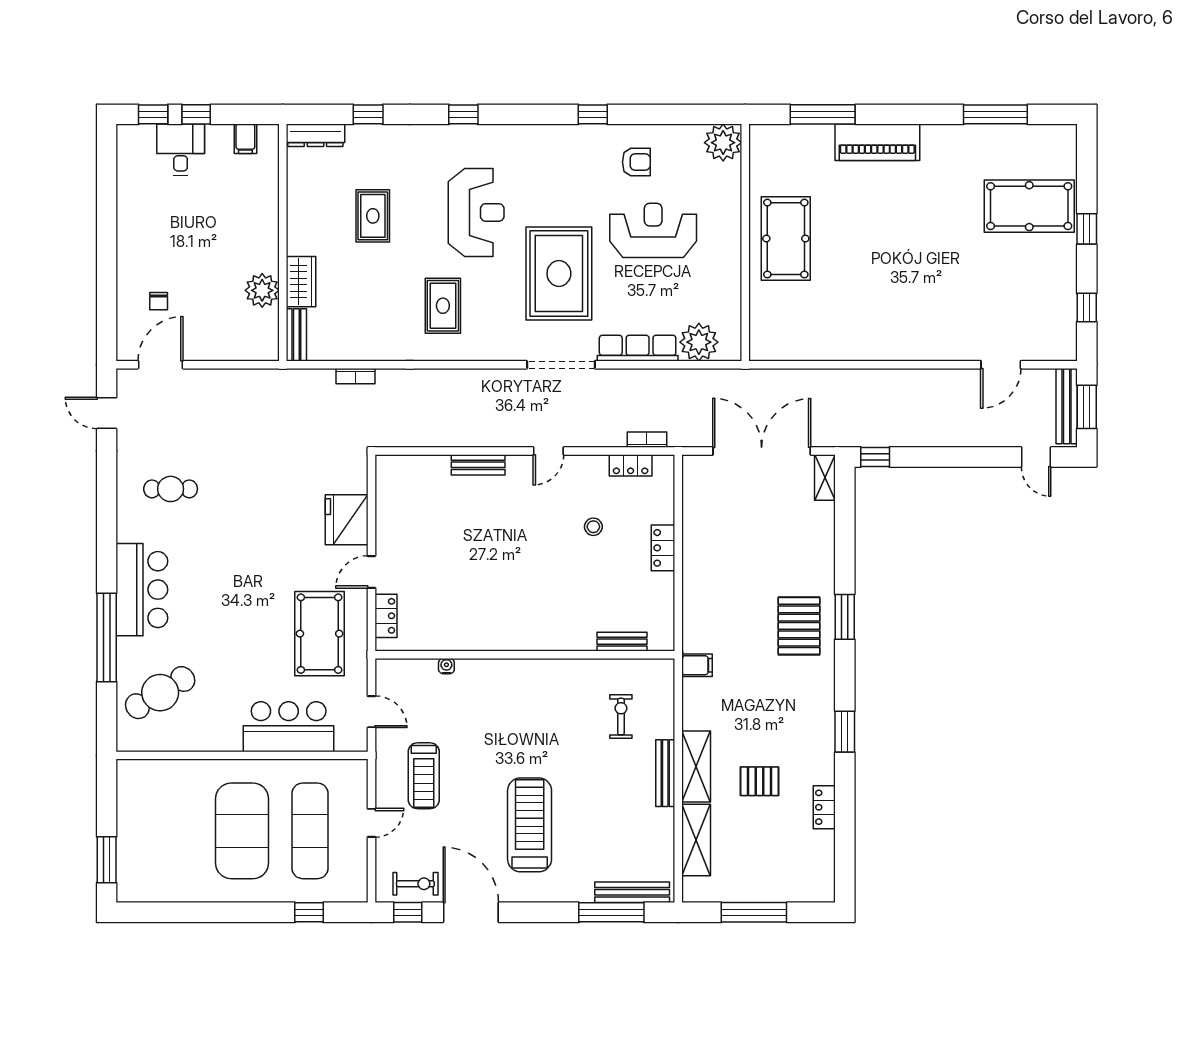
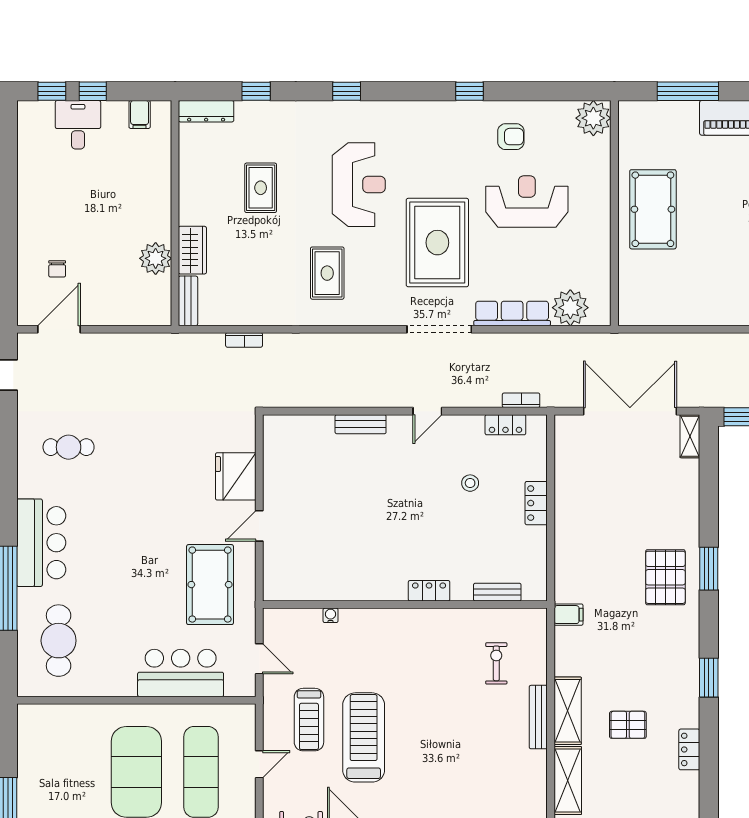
locker: (386, 616) -> (429, 591), moved, turned -90
cafe table: (160, 693) -> (59, 641), turned -59
treadmill: (530, 825) -> (364, 737), moved

